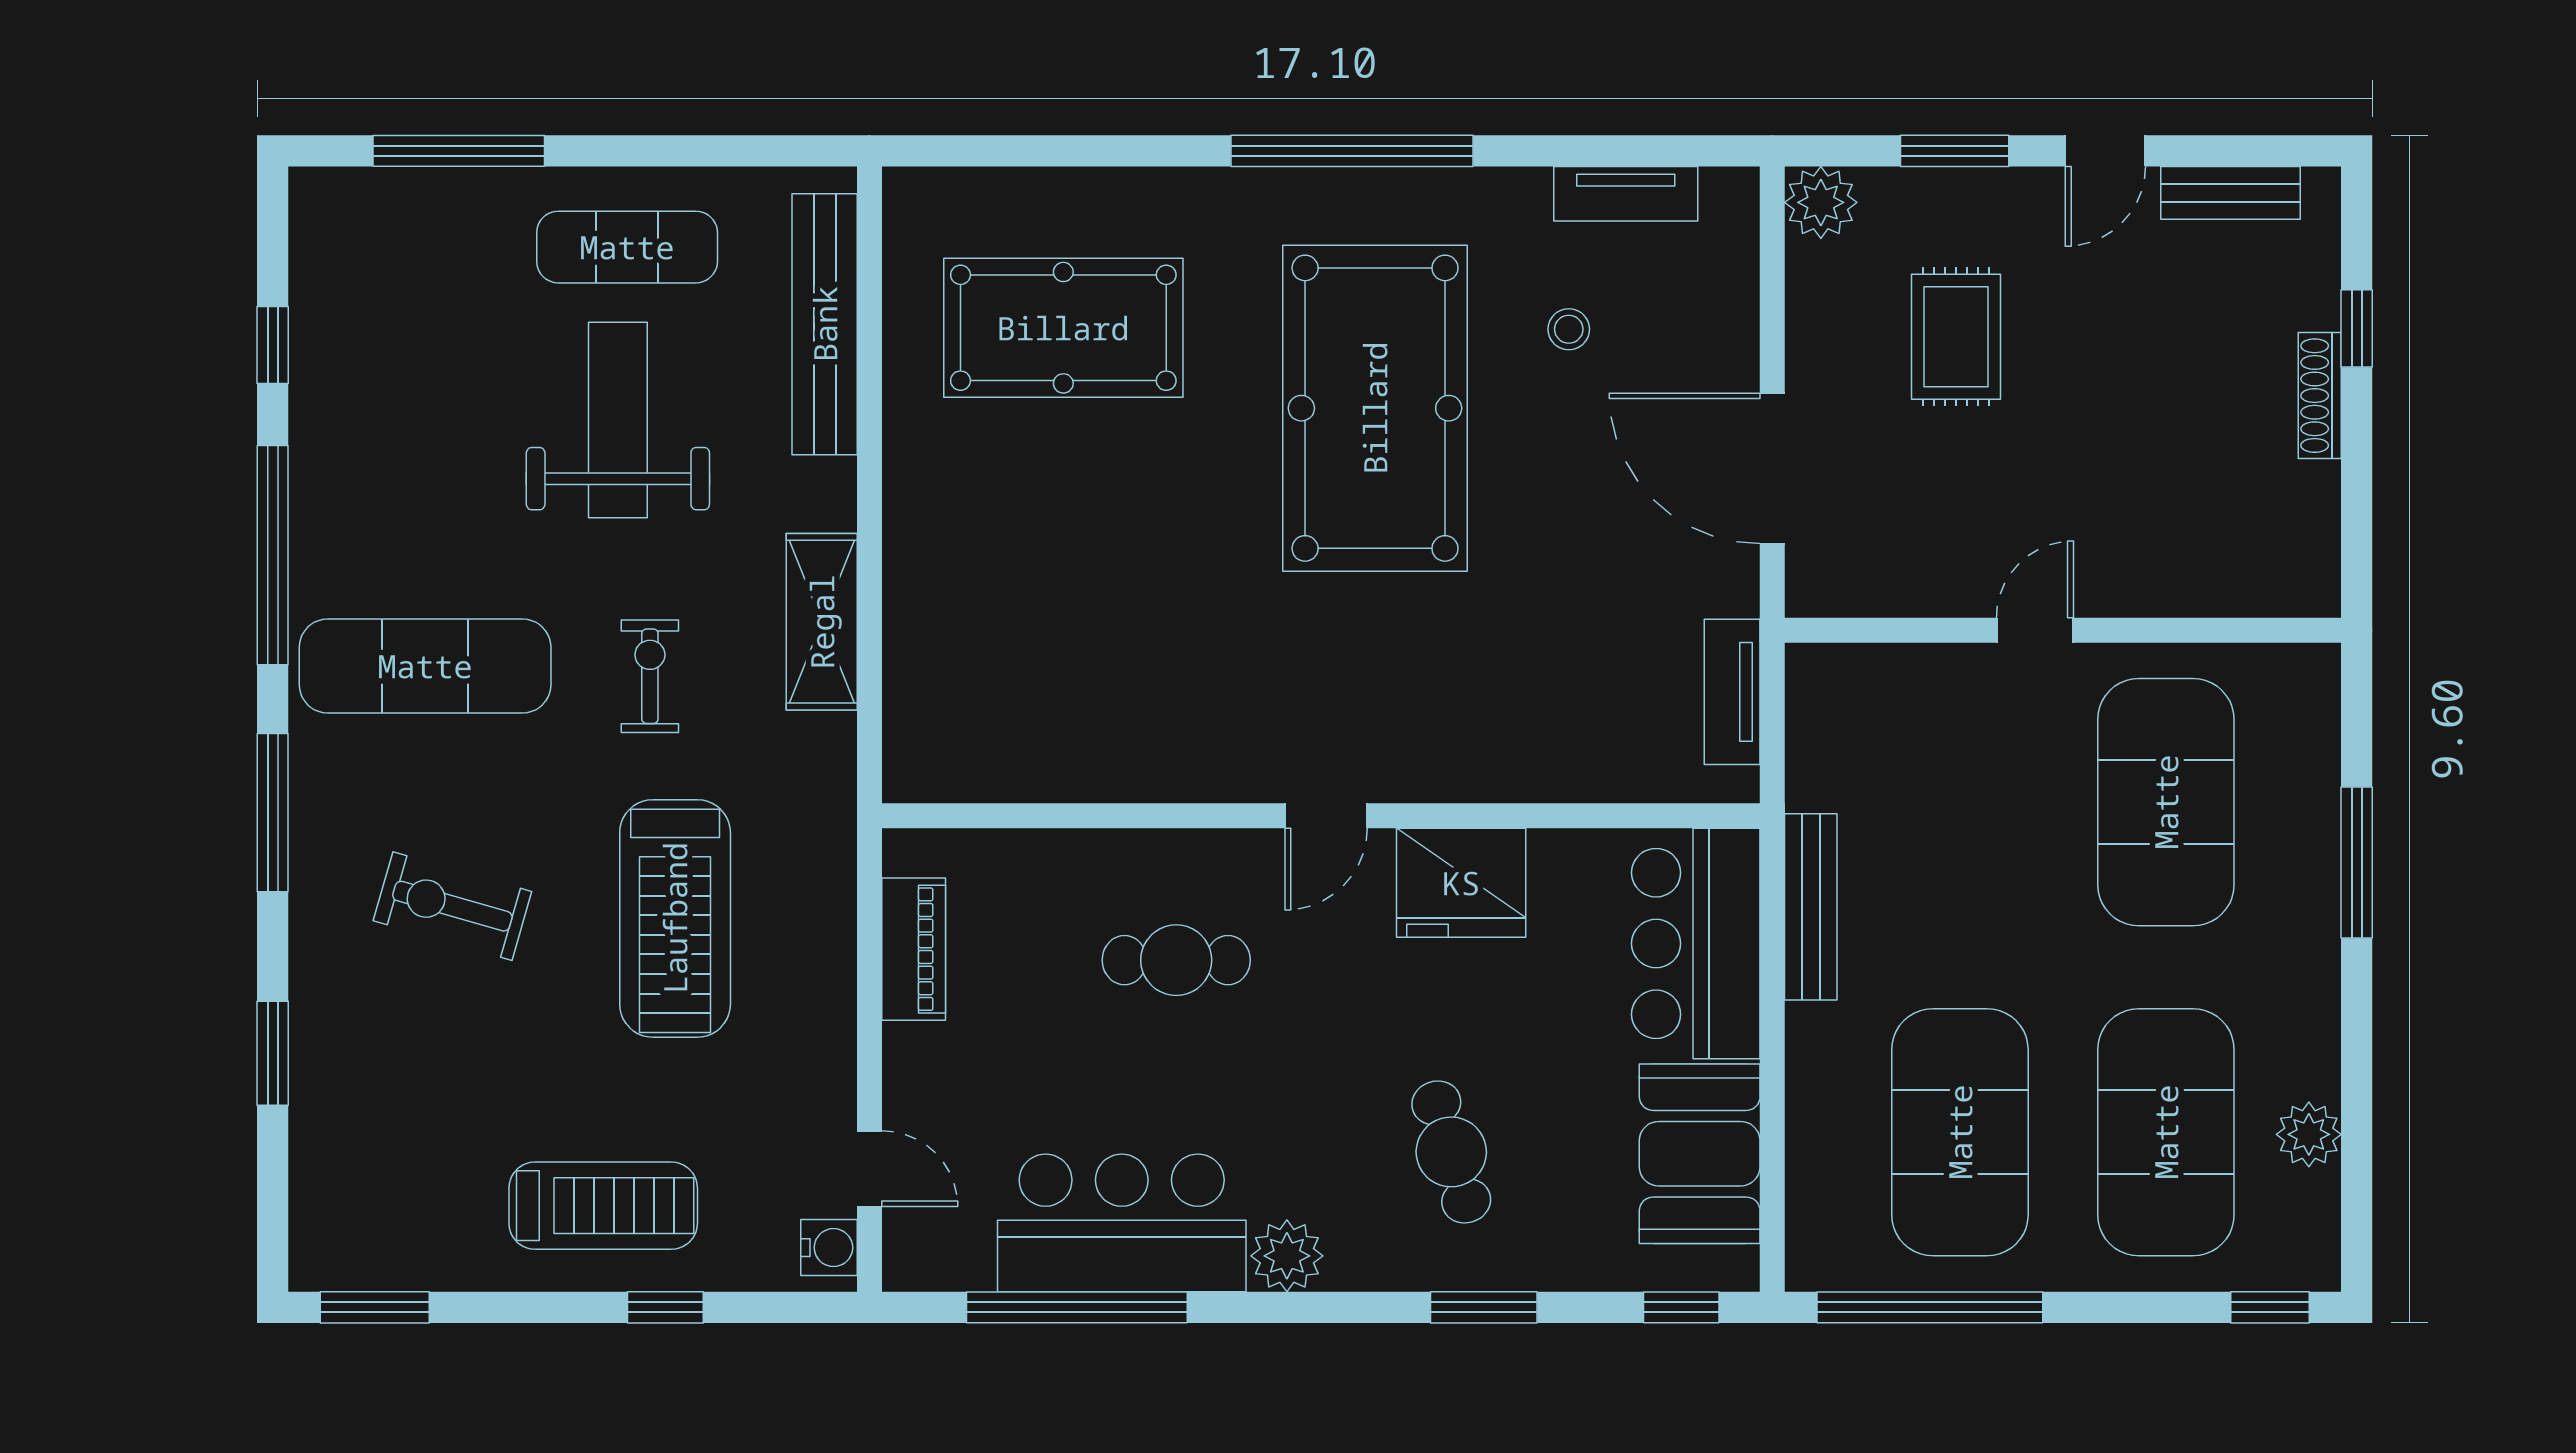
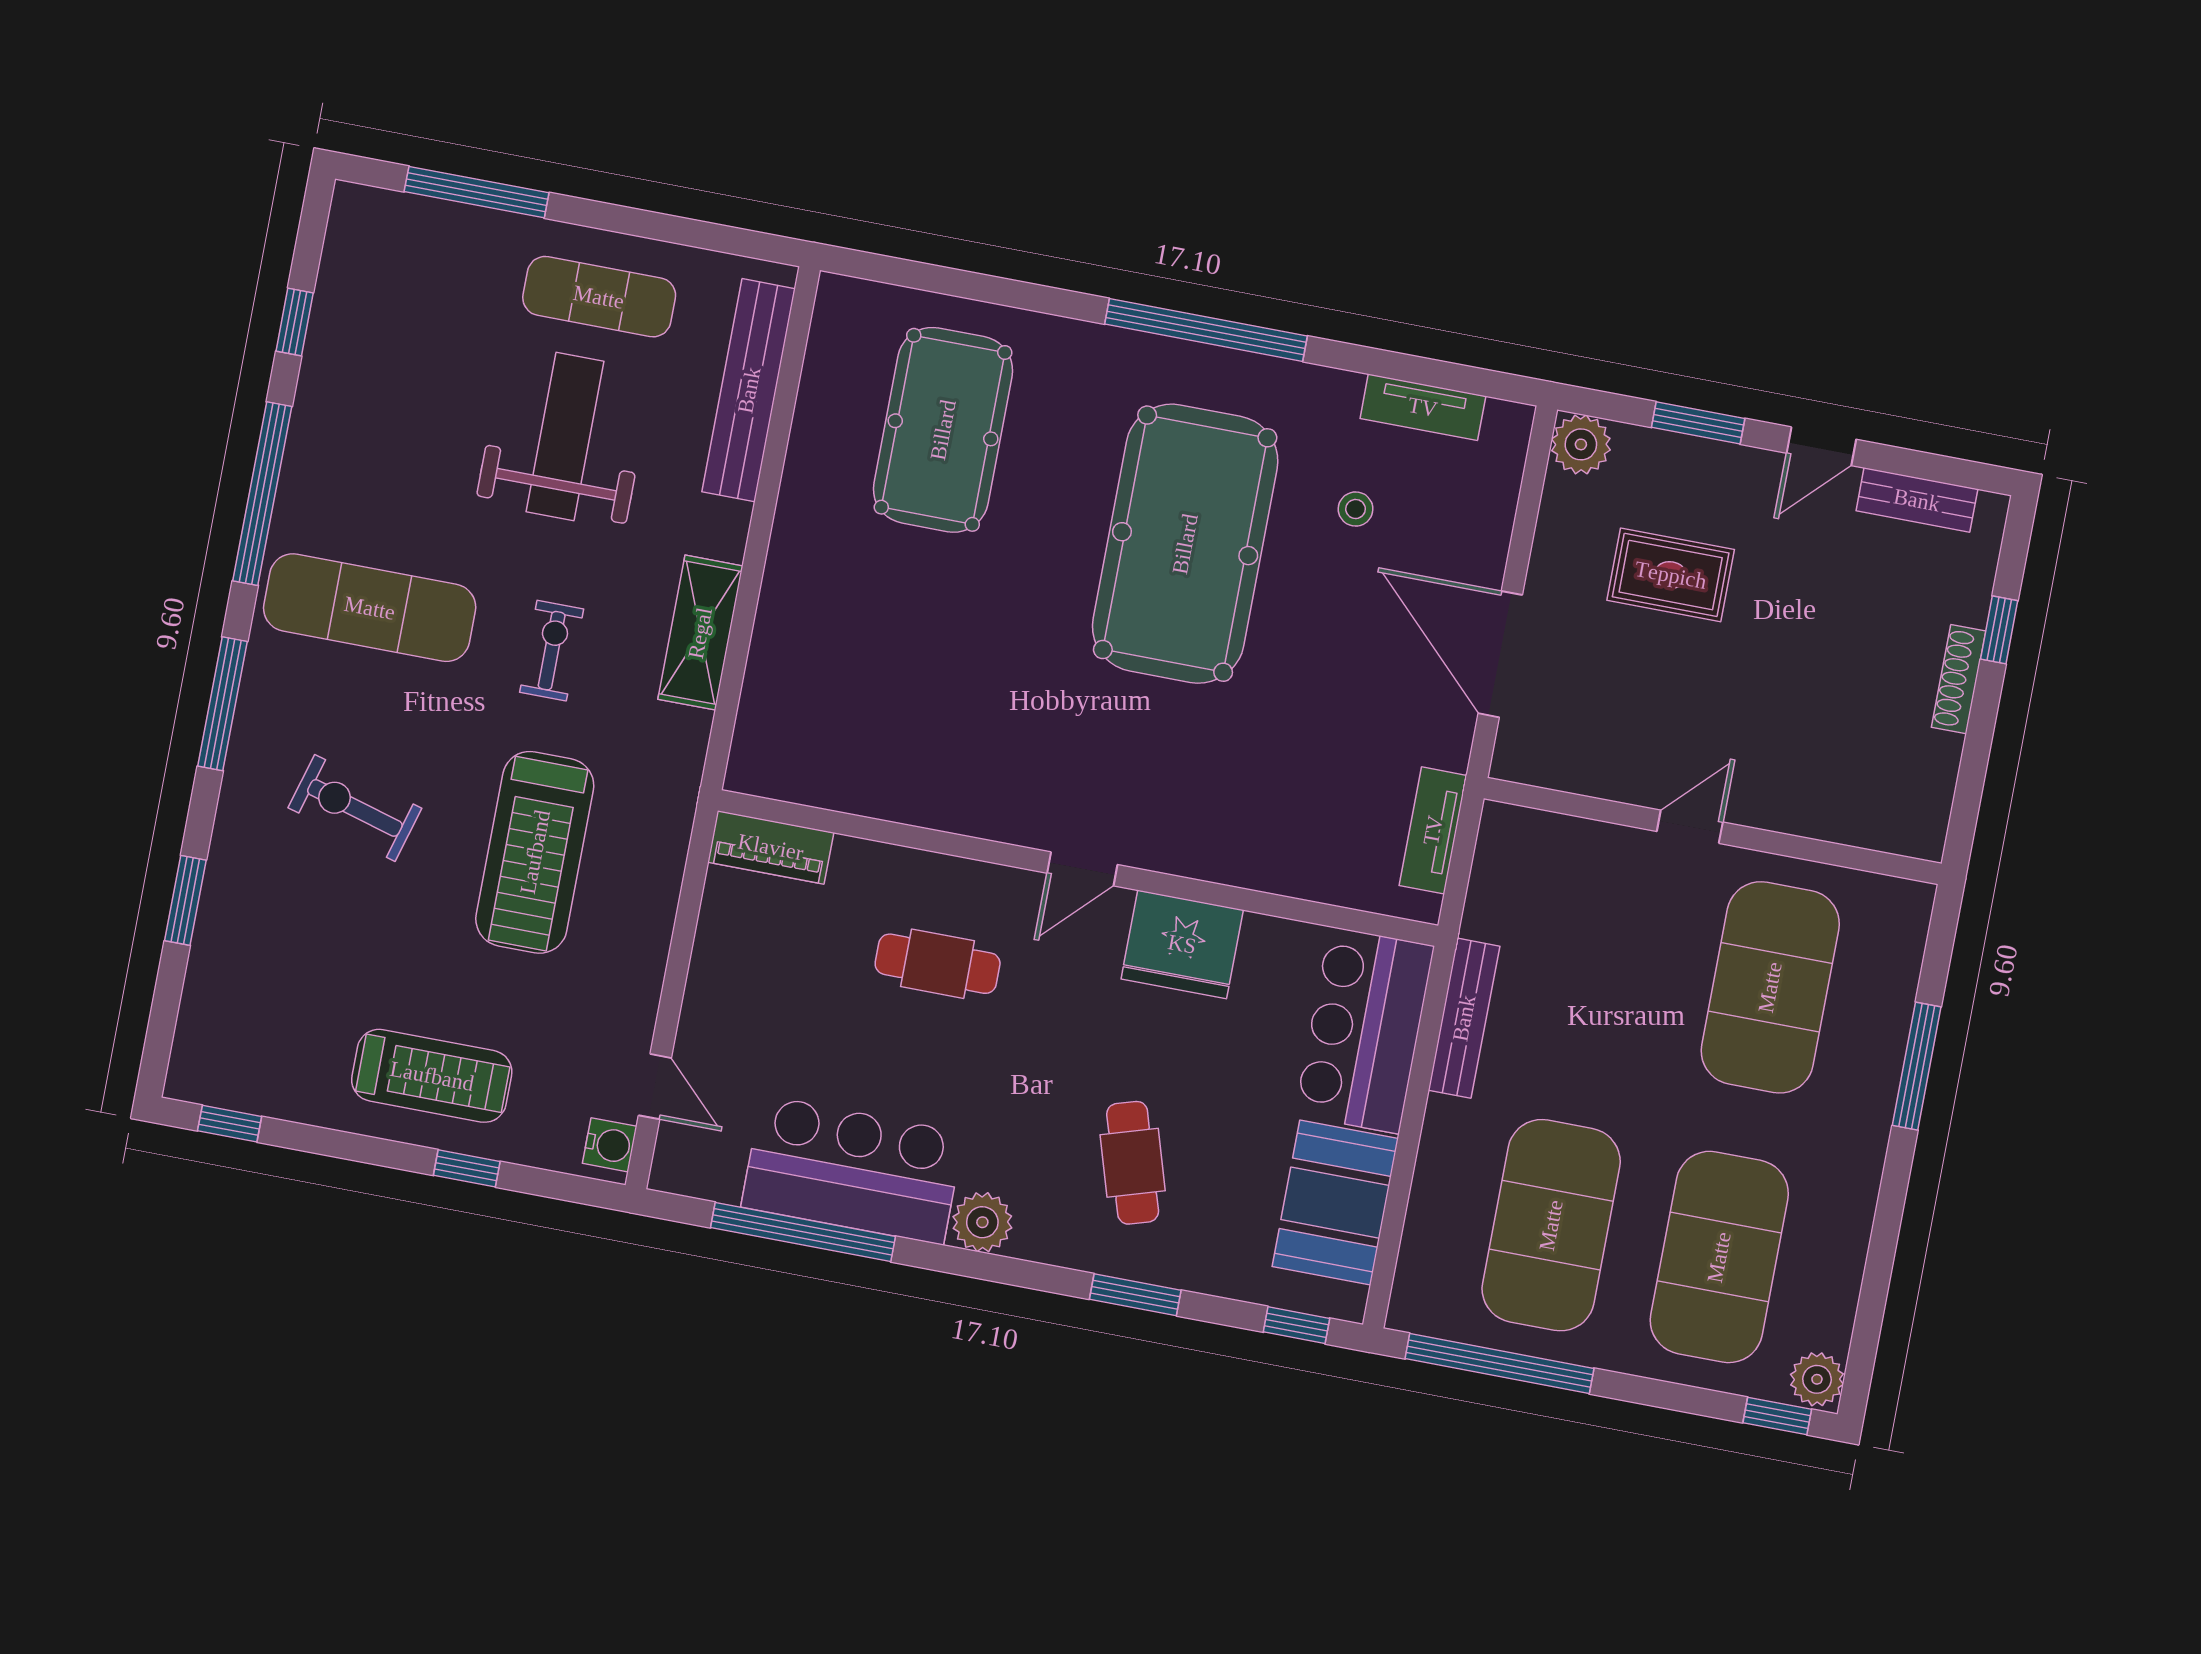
pool table: (1063, 328) -> (943, 430), turned 90
rug: (1956, 337) -> (1671, 575), turned 90
piano: (914, 949) -> (771, 847), moved, turned 90
plant: (2309, 1134) -> (1817, 1379), moved
window: (375, 1307) -> (230, 1124), width x0.67

